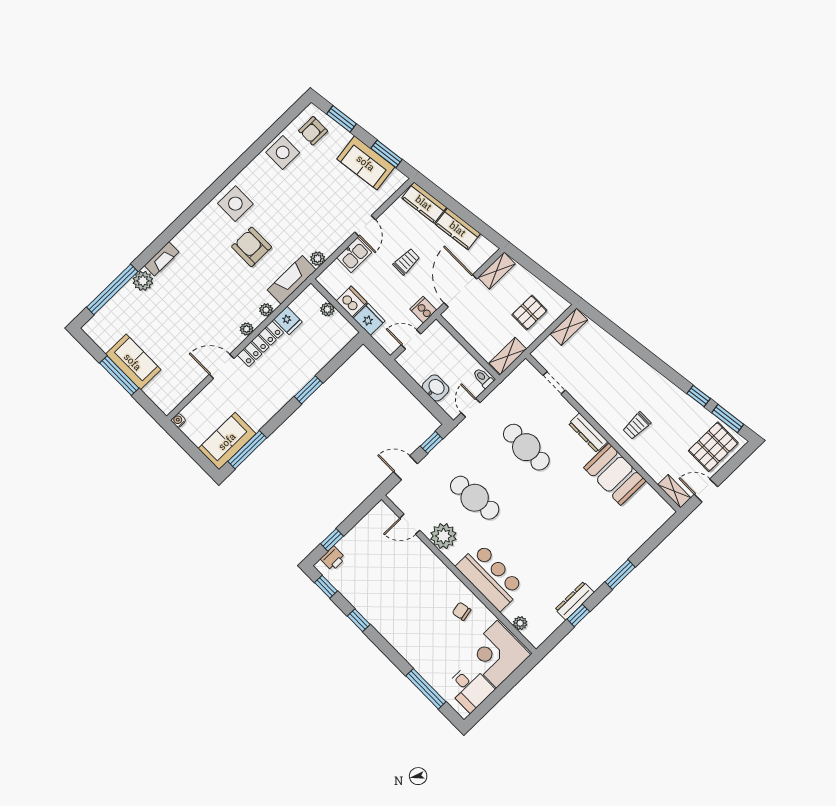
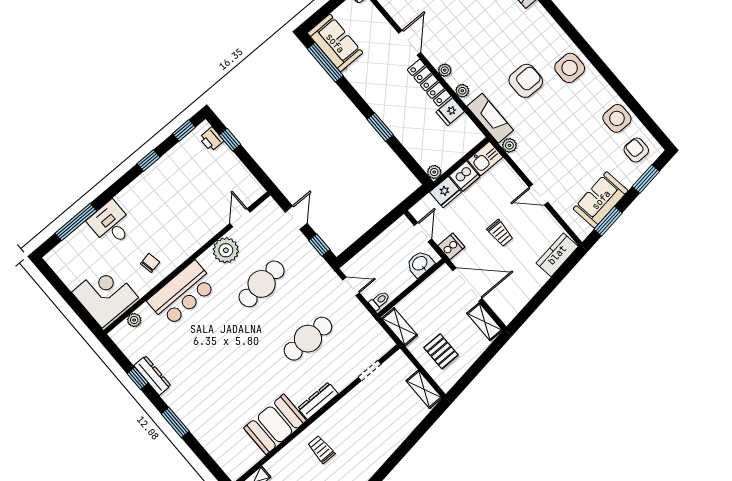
kitchen counter: (458, 229) -> (529, 286), removed
kitchen sink: (354, 255) -> (485, 158), moved, turned -90
plant: (327, 309) -> (434, 172), moved
washbasin: (436, 388) -> (420, 264), moved, turned 180
desk: (470, 688) -> (111, 224), moved, turned 90

